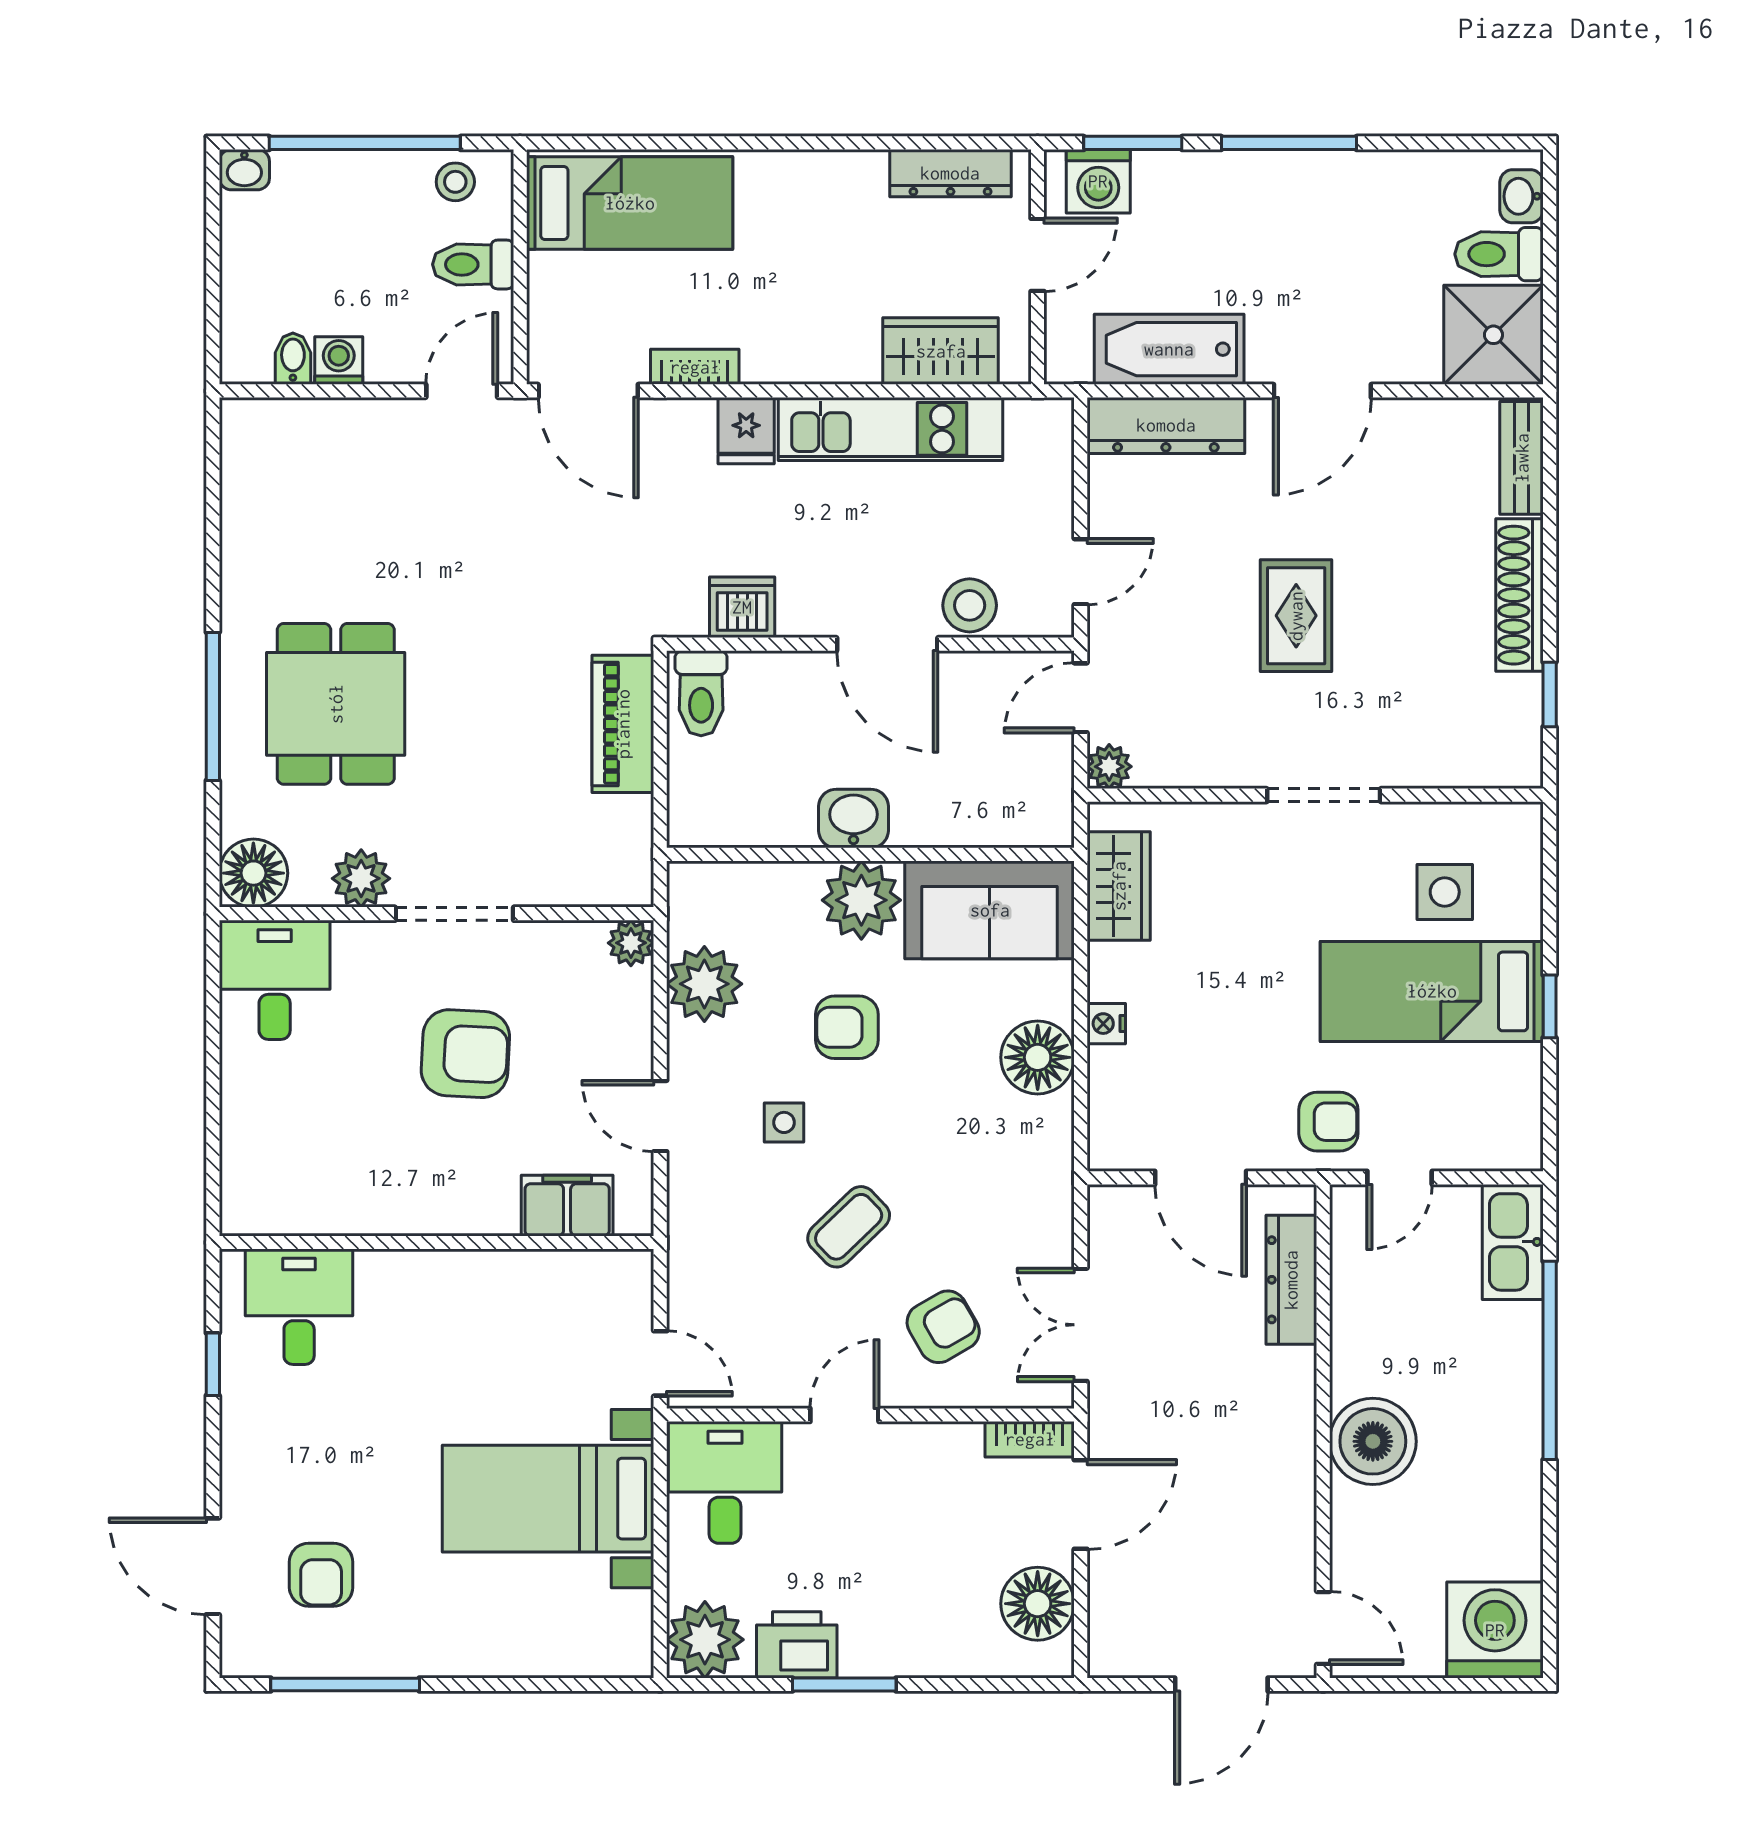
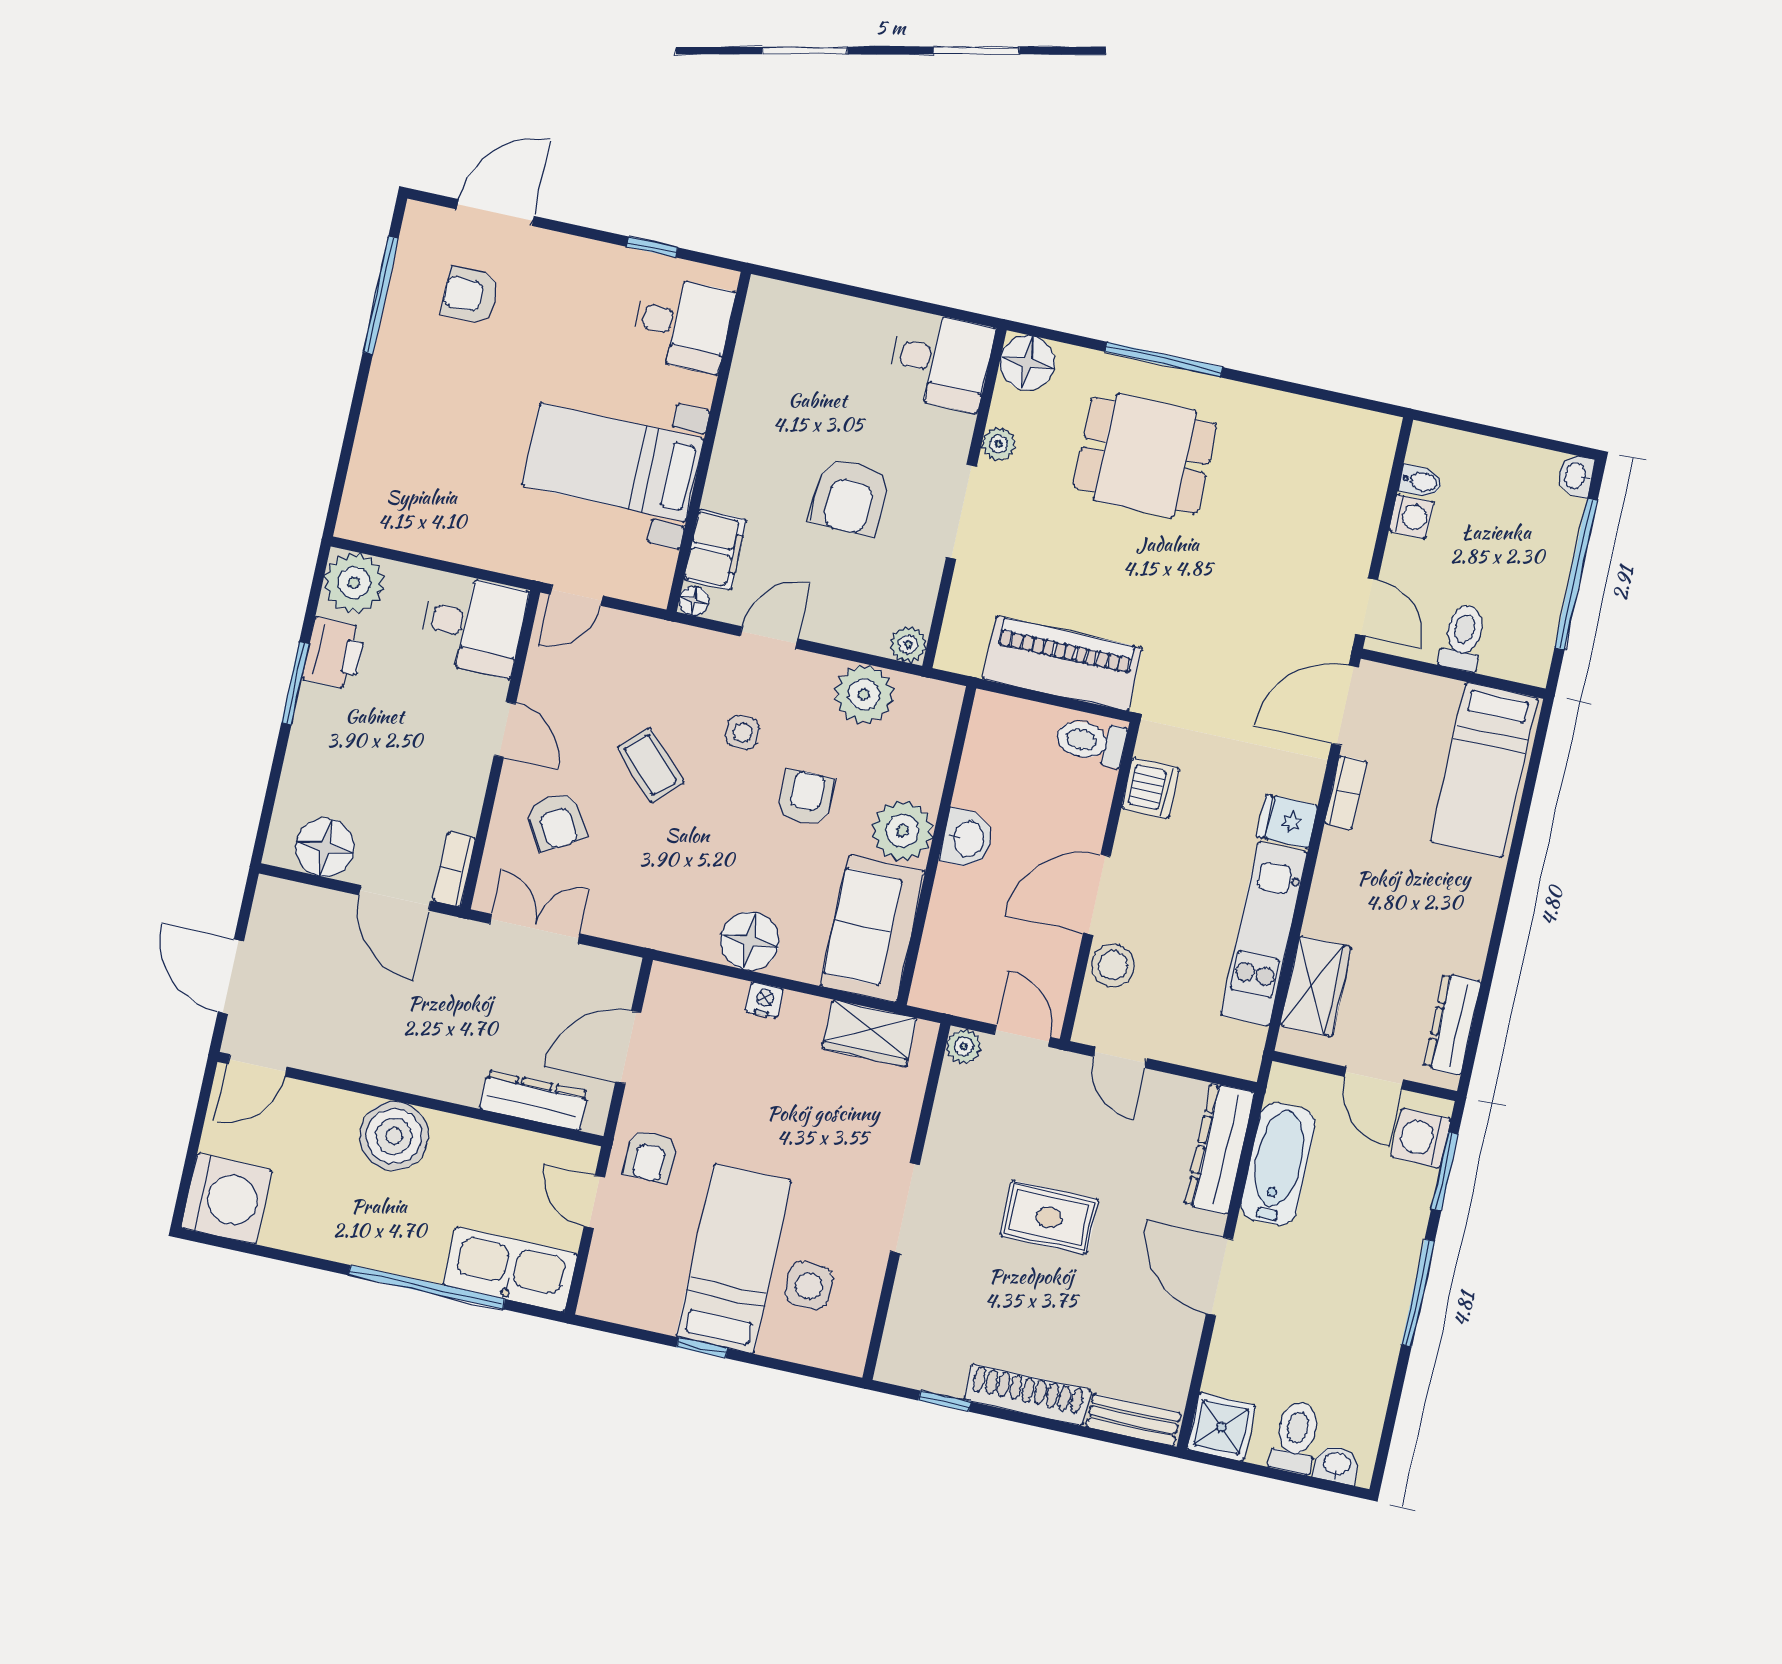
stool: (455, 182) -> (1530, 638), removed
shower: (1493, 335) -> (1221, 1427), width x0.73, depth x0.73
piano: (623, 724) -> (1062, 663), width x1.37, depth x1.33
plant: (361, 878) -> (999, 444), width x0.73, depth x0.73
floor lamp: (635, 1218) -> (694, 601), added
kitchen sink: (1513, 1242) -> (510, 1270), width x1.36, depth x1.24
bed with nightstands: (548, 1499) -> (613, 462), moved, turned -90

